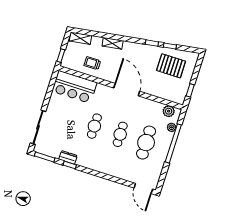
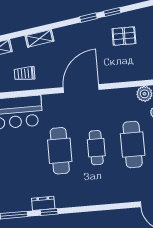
pallet: (171, 66) -> (124, 36), width x0.67, depth x0.71
door: (127, 90) -> (81, 89), hinge flipped
cafe table: (94, 126) -> (60, 151), width x1.37, depth x1.35

